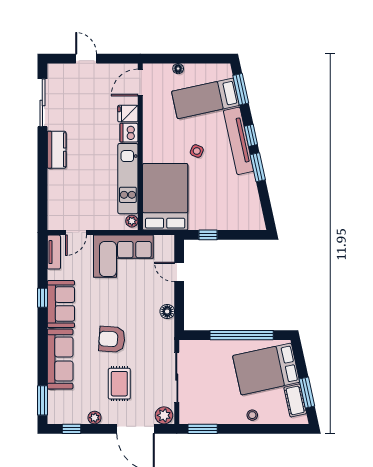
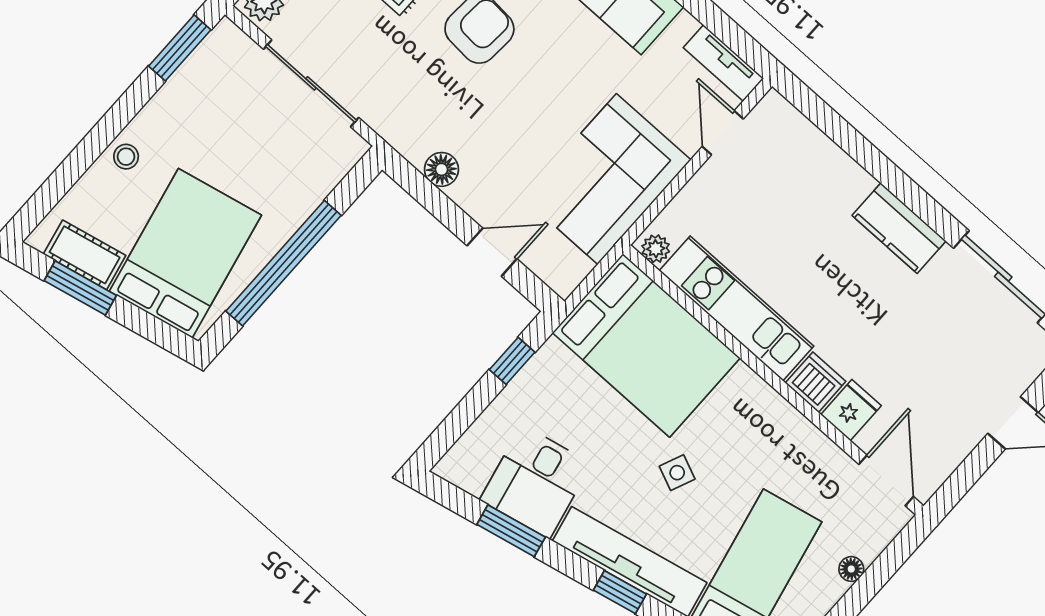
window: (258, 167) -> (511, 531), moved
desk: (240, 193) -> (536, 482), added

